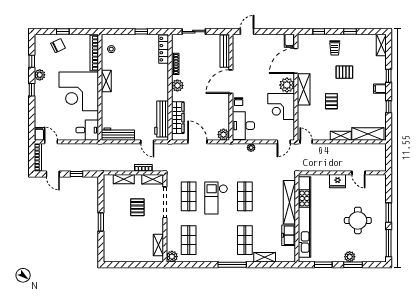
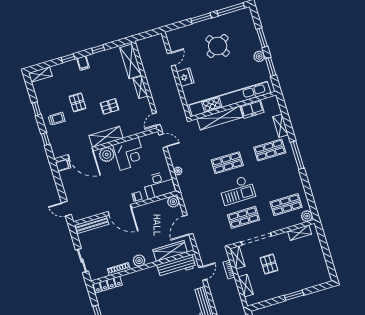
pallet: (137, 207) -> (269, 264), turned 90
round table: (358, 220) -> (218, 46), turned -33
plant: (350, 257) -> (259, 56), moved

